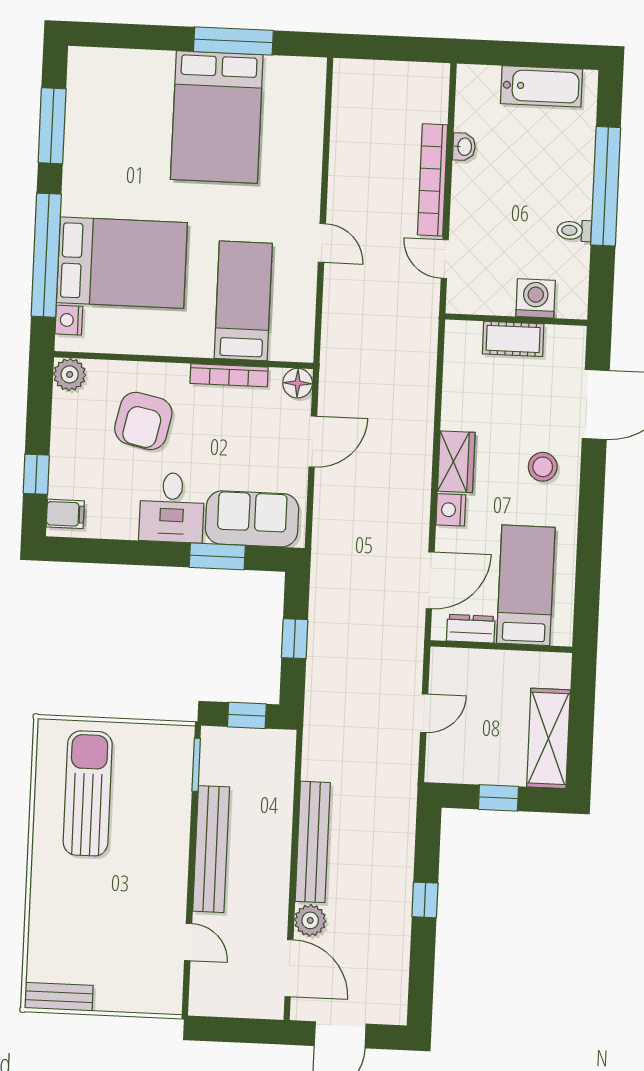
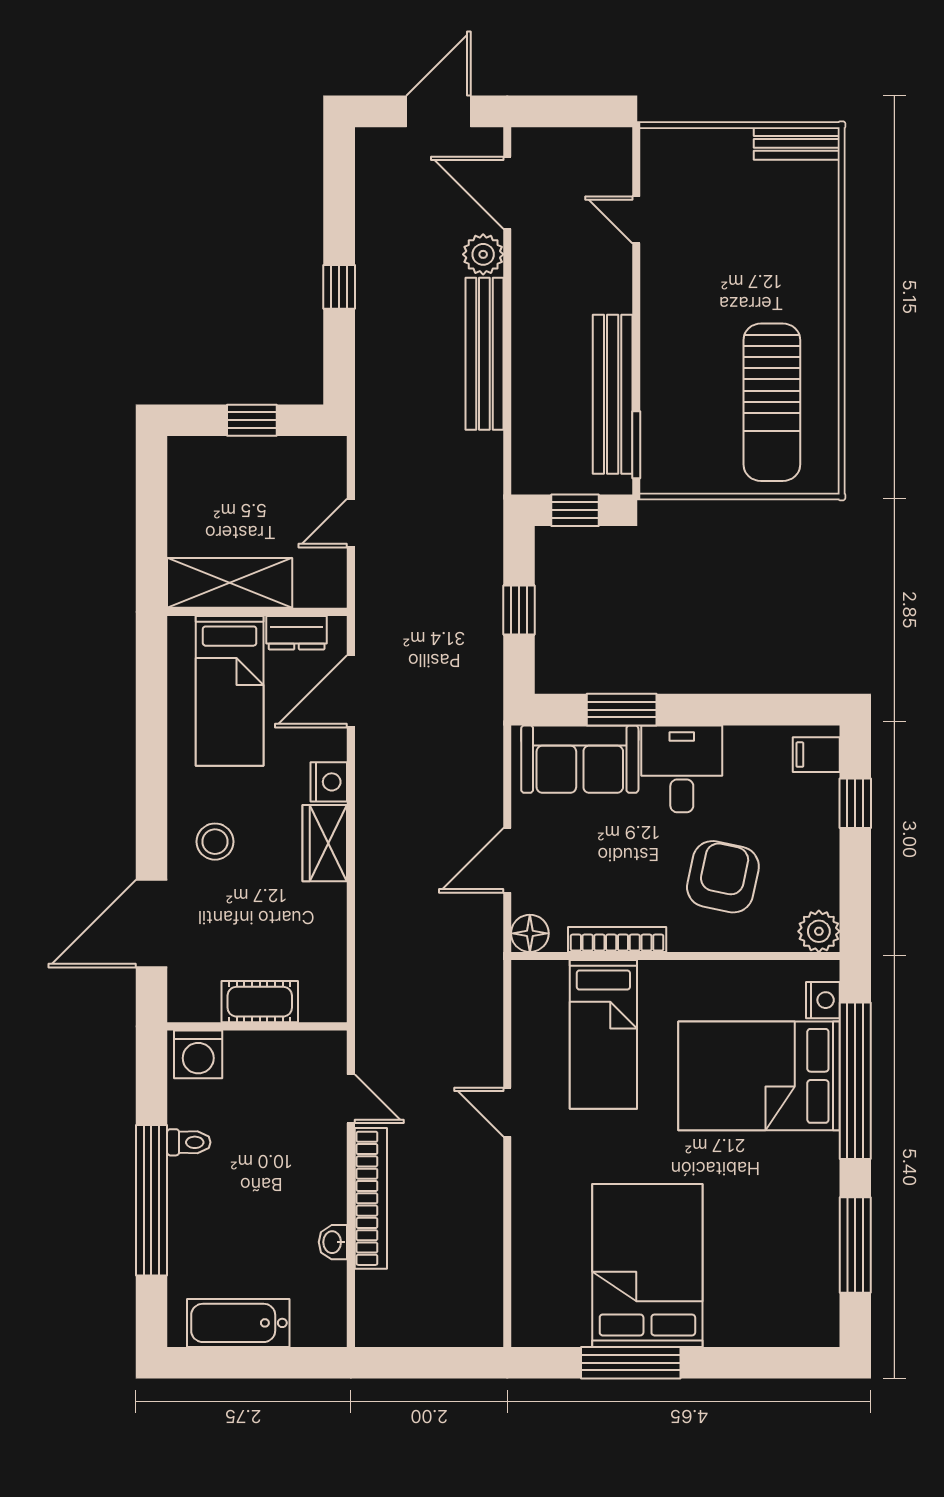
washing machine: (536, 298) -> (198, 1054), moved
shelving: (548, 738) -> (230, 583), moved, turned 90
bench: (211, 849) -> (613, 394), moved

